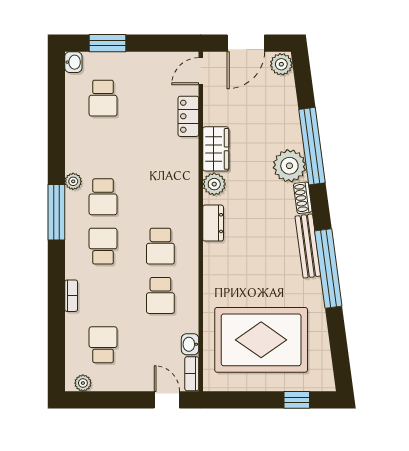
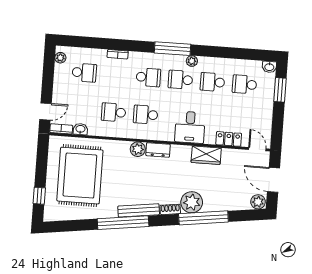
school desk: (103, 147) -> (212, 82), added
desk: (175, 177) -> (190, 127), added
plant: (214, 184) -> (138, 149), moved

